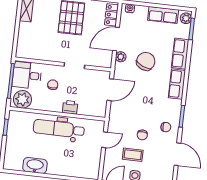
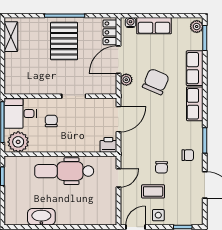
row of seats: (163, 15) -> (154, 26), moved
printer: (70, 107) -> (108, 145), moved

